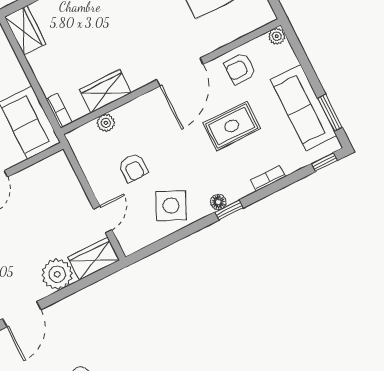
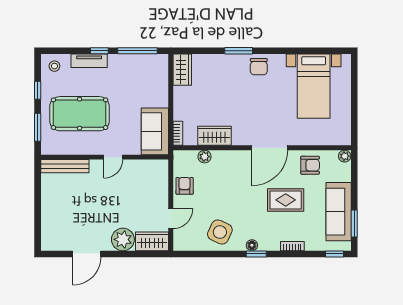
armchair: (240, 68) -> (310, 165), turned 180
armchair: (133, 168) -> (185, 186), moved, turned 180

